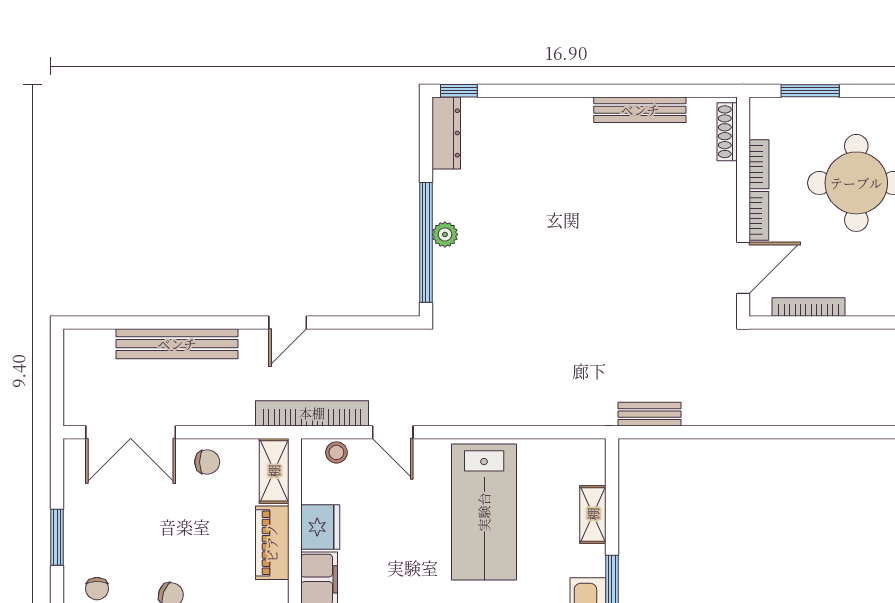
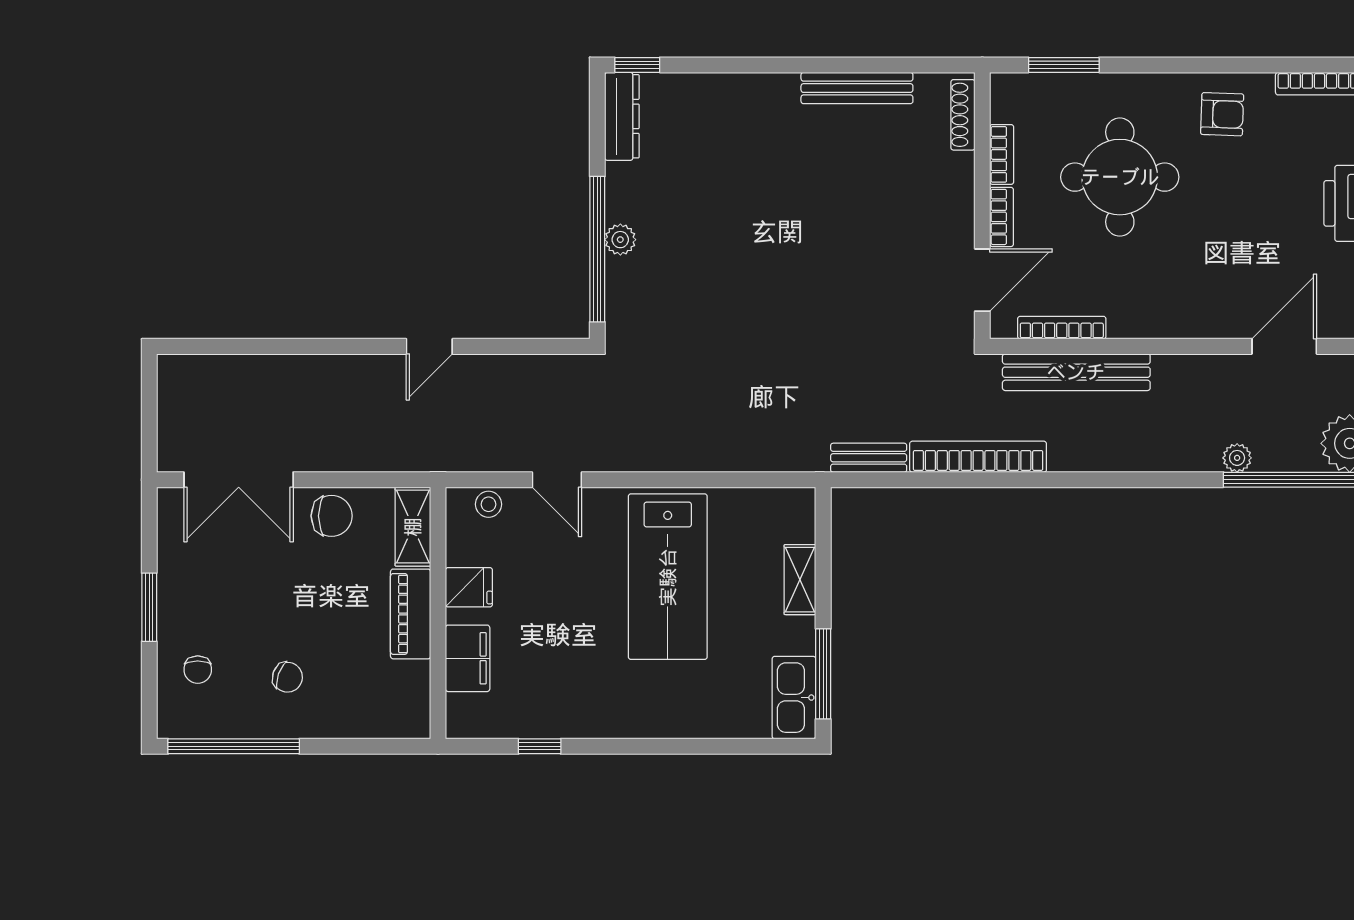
bench: (177, 344) -> (1076, 372), moved
bookcase: (312, 413) -> (978, 457), moved
chair: (207, 462) -> (332, 516), width x1.37, depth x1.37
fridge: (320, 527) -> (469, 587), width x0.72

